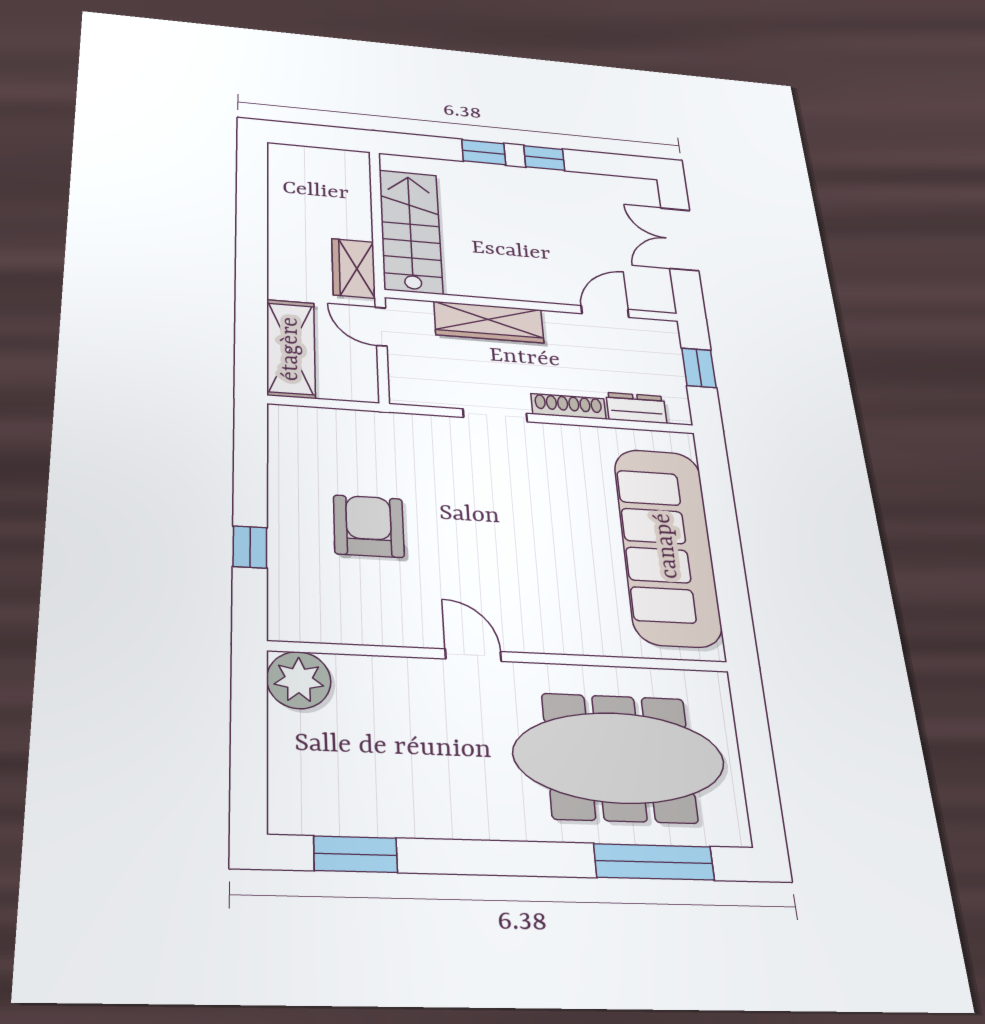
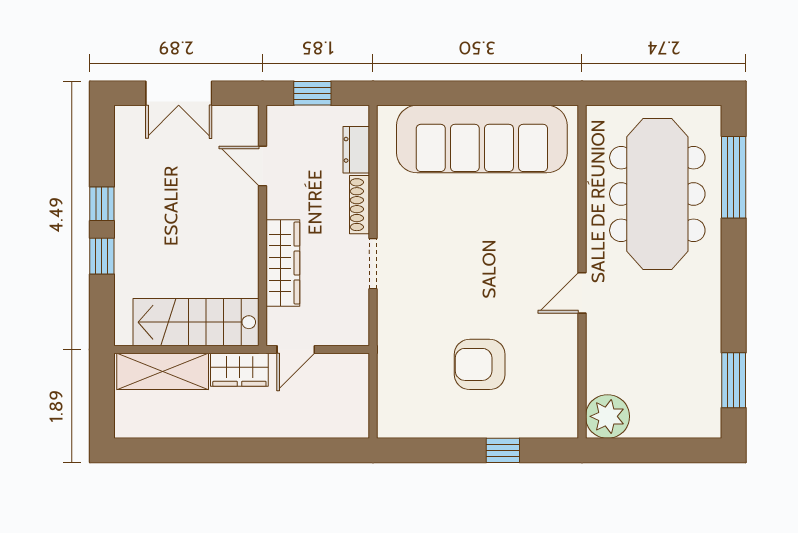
shelving: (291, 349) -> (163, 371), moved

